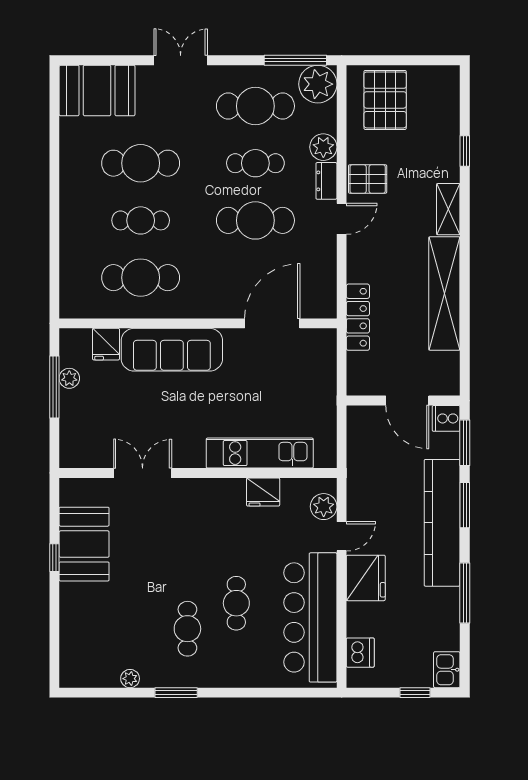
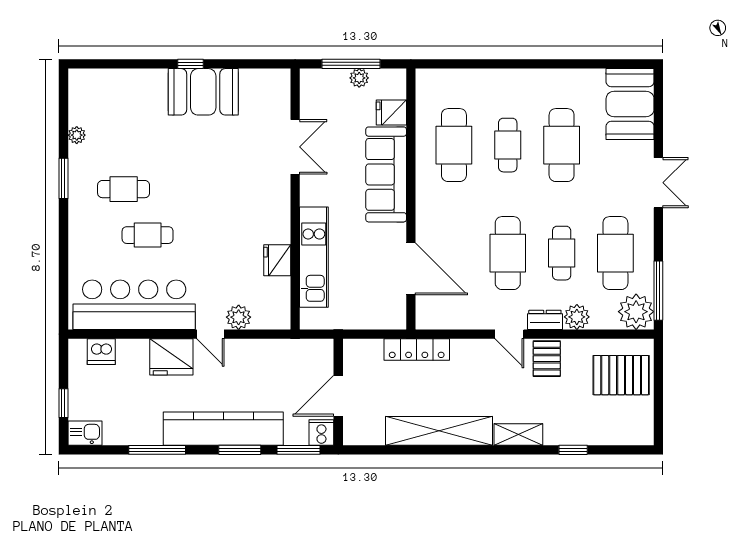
kitchen unit: (260, 453) -> (314, 257), moved
double door: (143, 473) -> (295, 147), moved
wall: (198, 473) -> (295, 199), moved
fridge: (263, 492) -> (277, 260), moved

